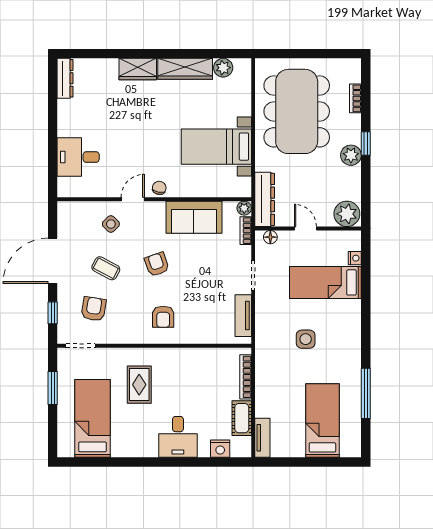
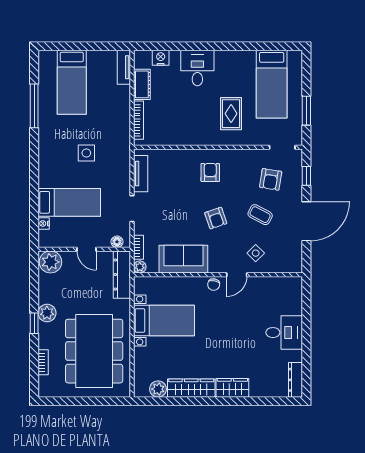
desk: (78, 157) -> (284, 333), moved

